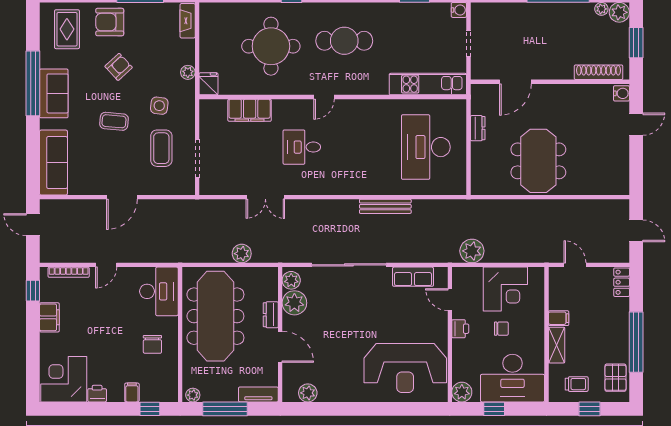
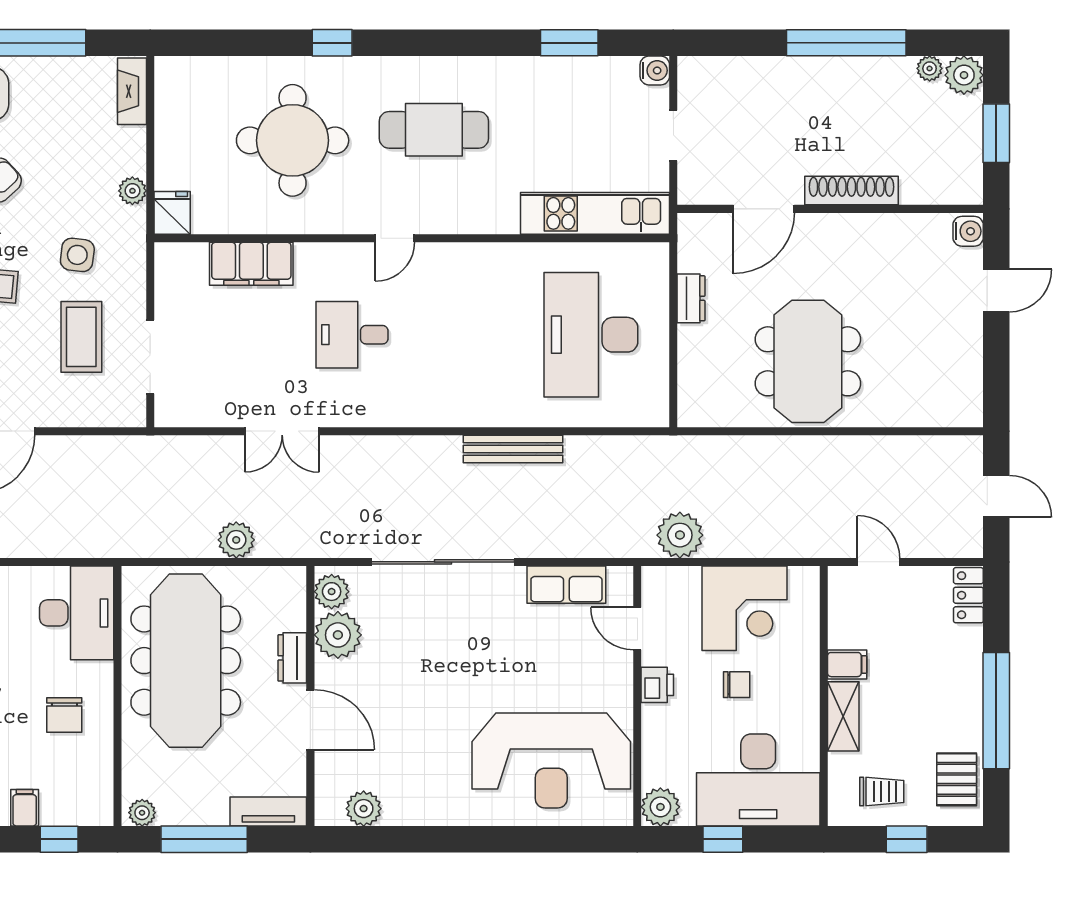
shoe rack: (599, 72) -> (851, 191), moved

